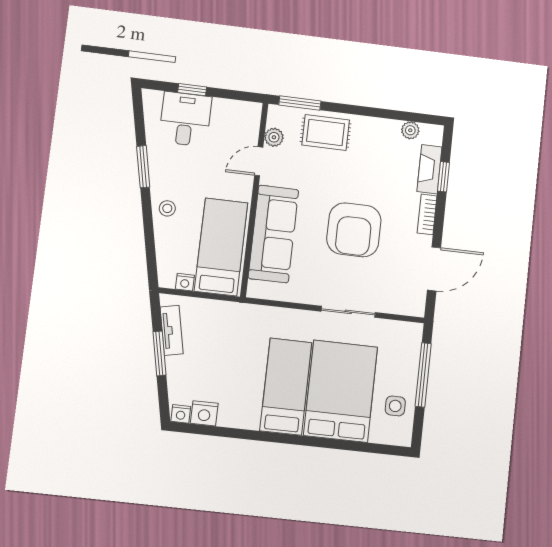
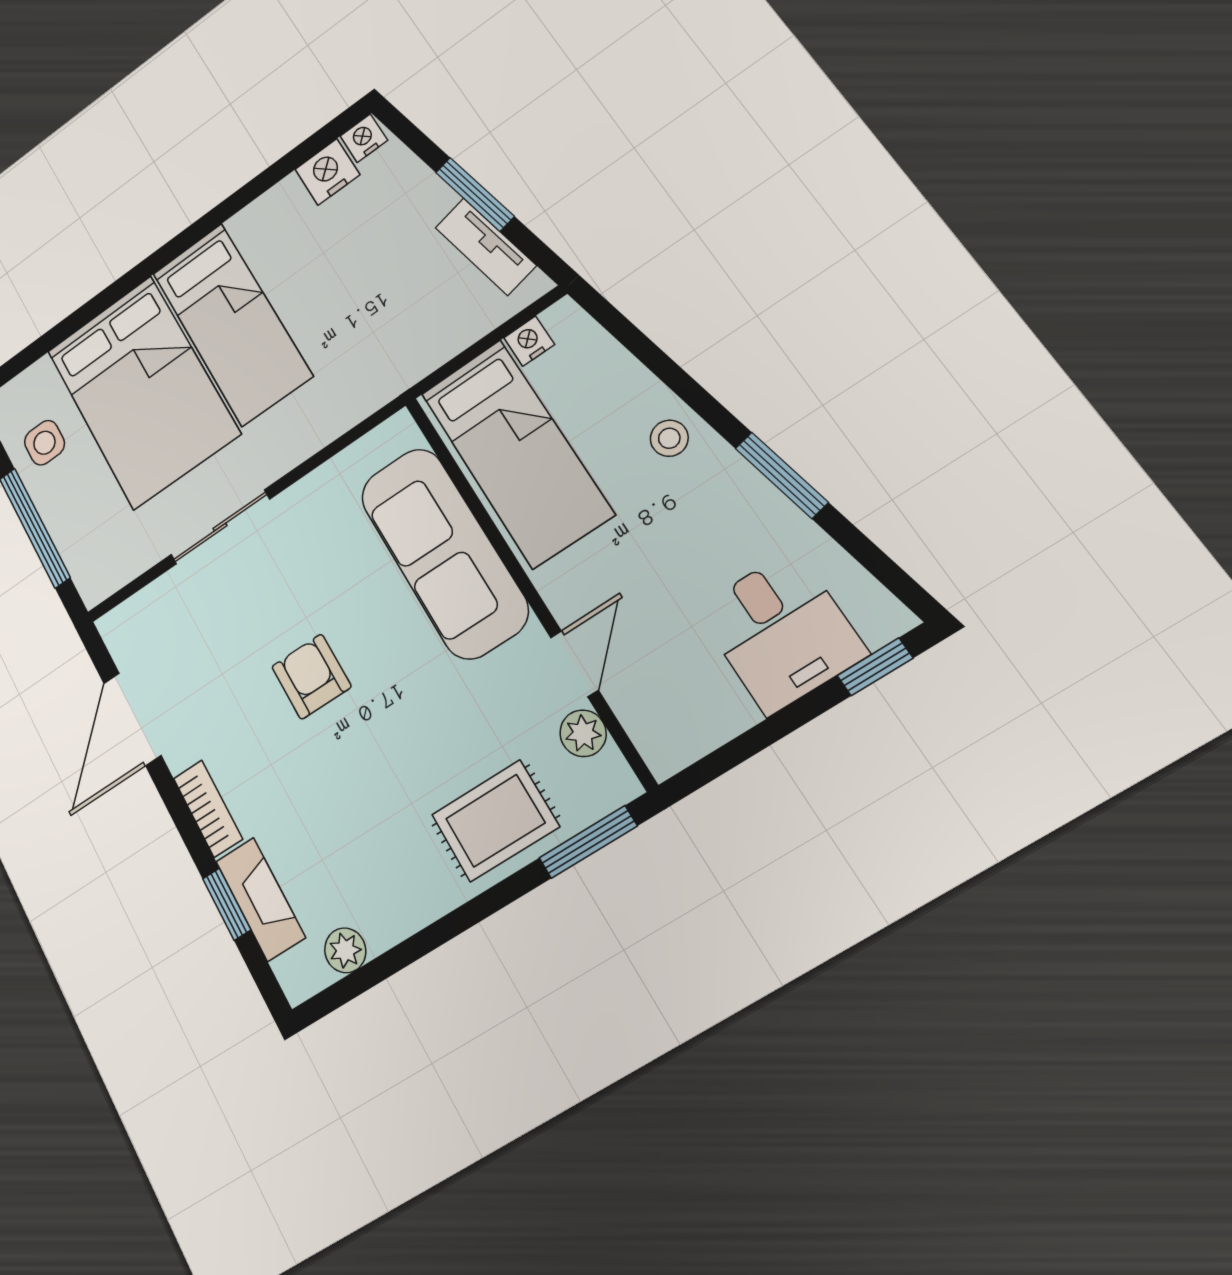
window: (192, 90) -> (875, 667), moved
armchair: (354, 230) -> (311, 677), width x0.53, depth x0.53

